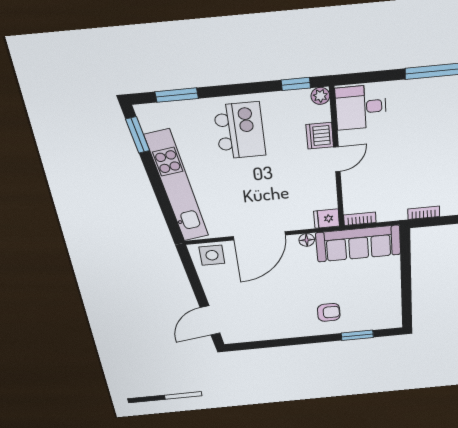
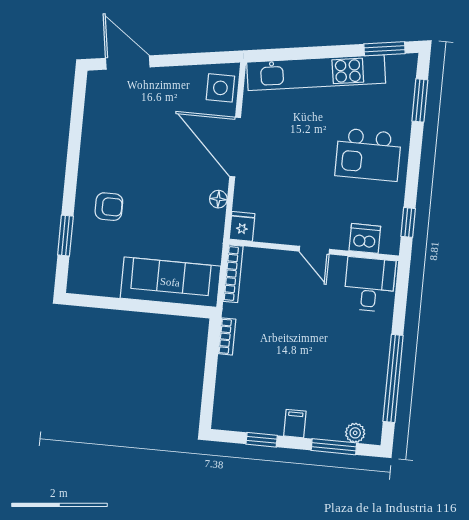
plant: (320, 96) -> (390, 245), removed
dishwasher: (320, 136) -> (365, 238), moved
bookcase: (360, 219) -> (233, 274), width x1.56
sofa: (358, 244) -> (170, 282), moved, turned 90
armchair: (329, 312) -> (109, 207), turned -90

